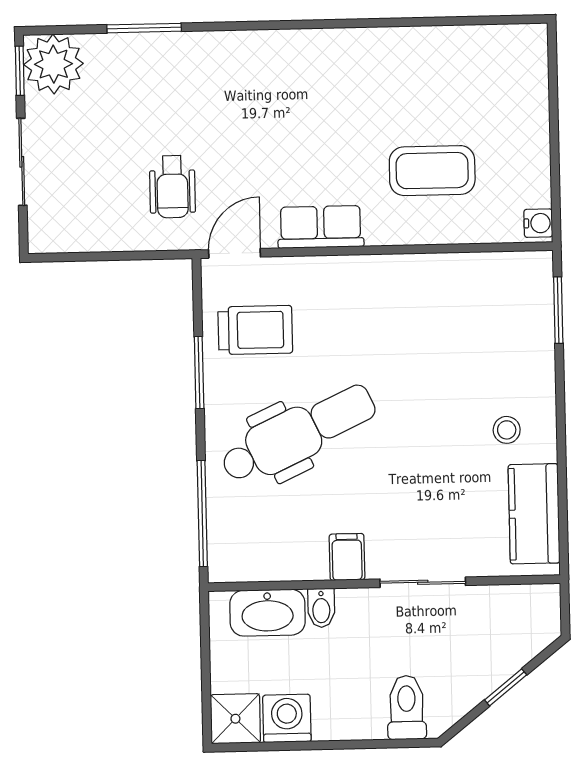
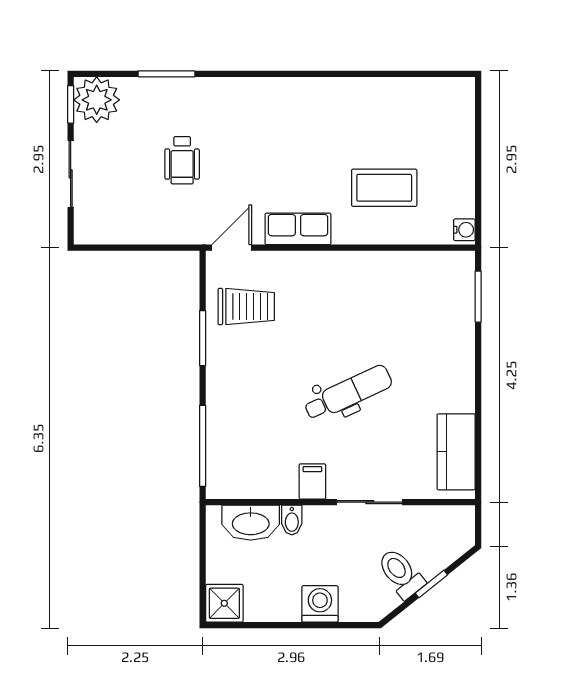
wheelchair: (172, 187) -> (182, 160), moved
stool: (507, 430) -> (437, 387), removed
dental chair: (298, 434) -> (348, 393), moved, width x0.73, depth x0.72
toilet: (407, 708) -> (401, 573), moved, turned -39
washing machine: (287, 718) -> (320, 604), moved

